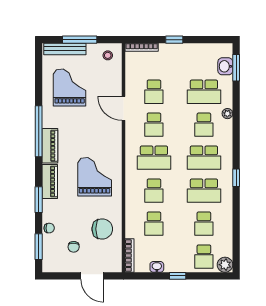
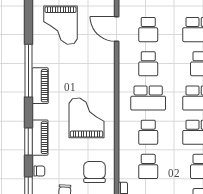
grand piano: (70, 87) -> (61, 25), turned 180
door: (124, 108) -> (117, 29), moved
piano: (50, 181) -> (40, 138), moved
chair: (102, 229) -> (95, 172), turned -90

